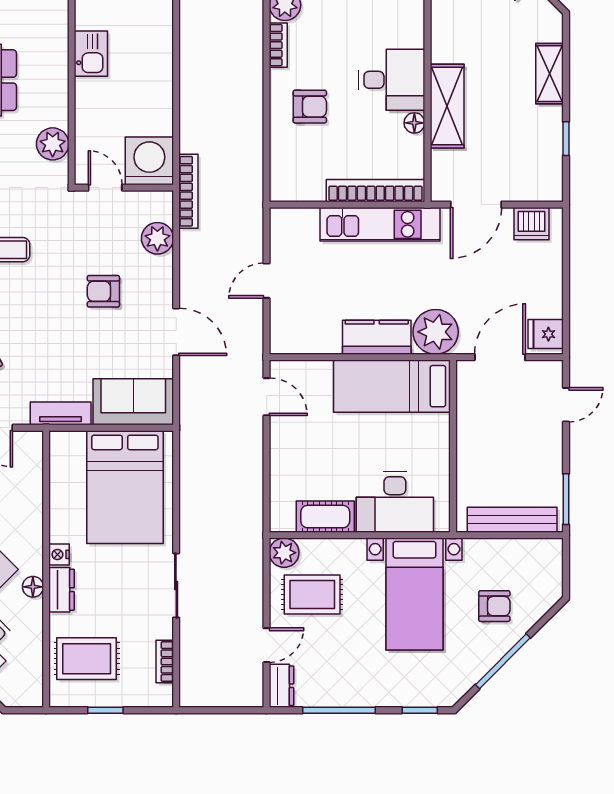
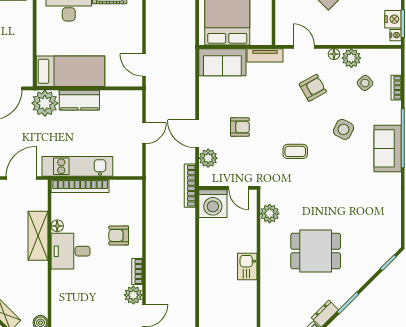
door: (176, 332) -> (197, 134), moved

